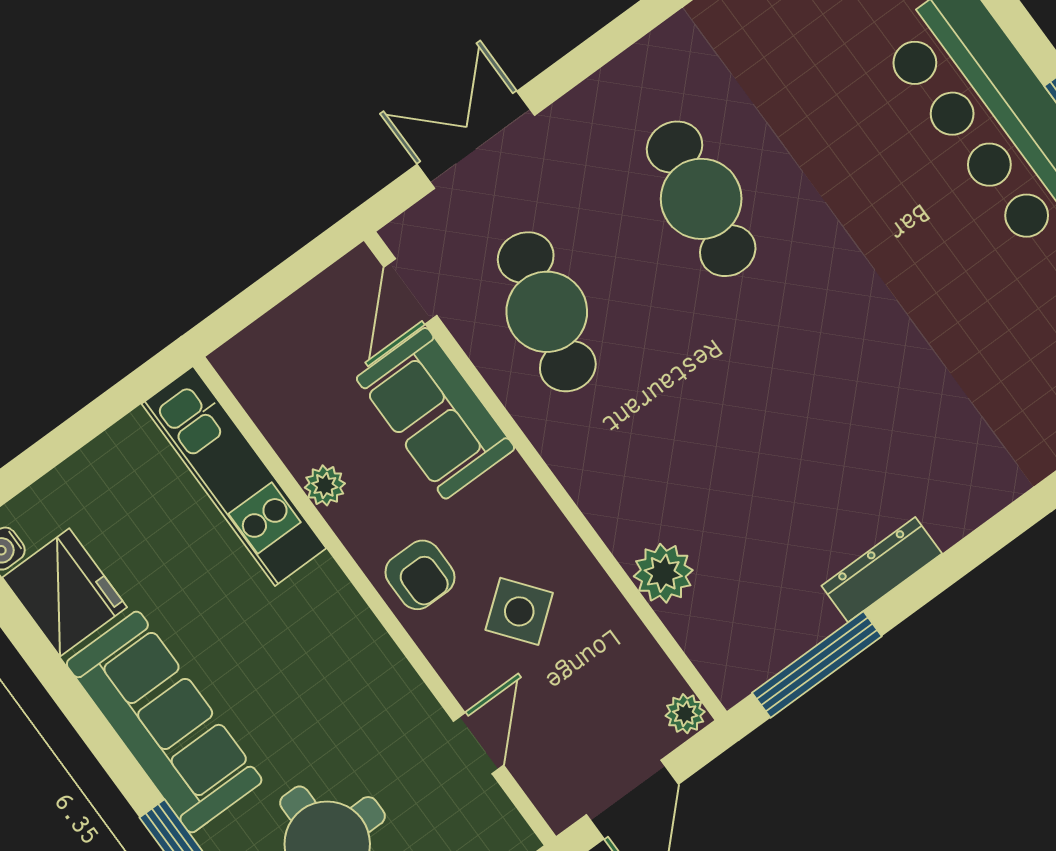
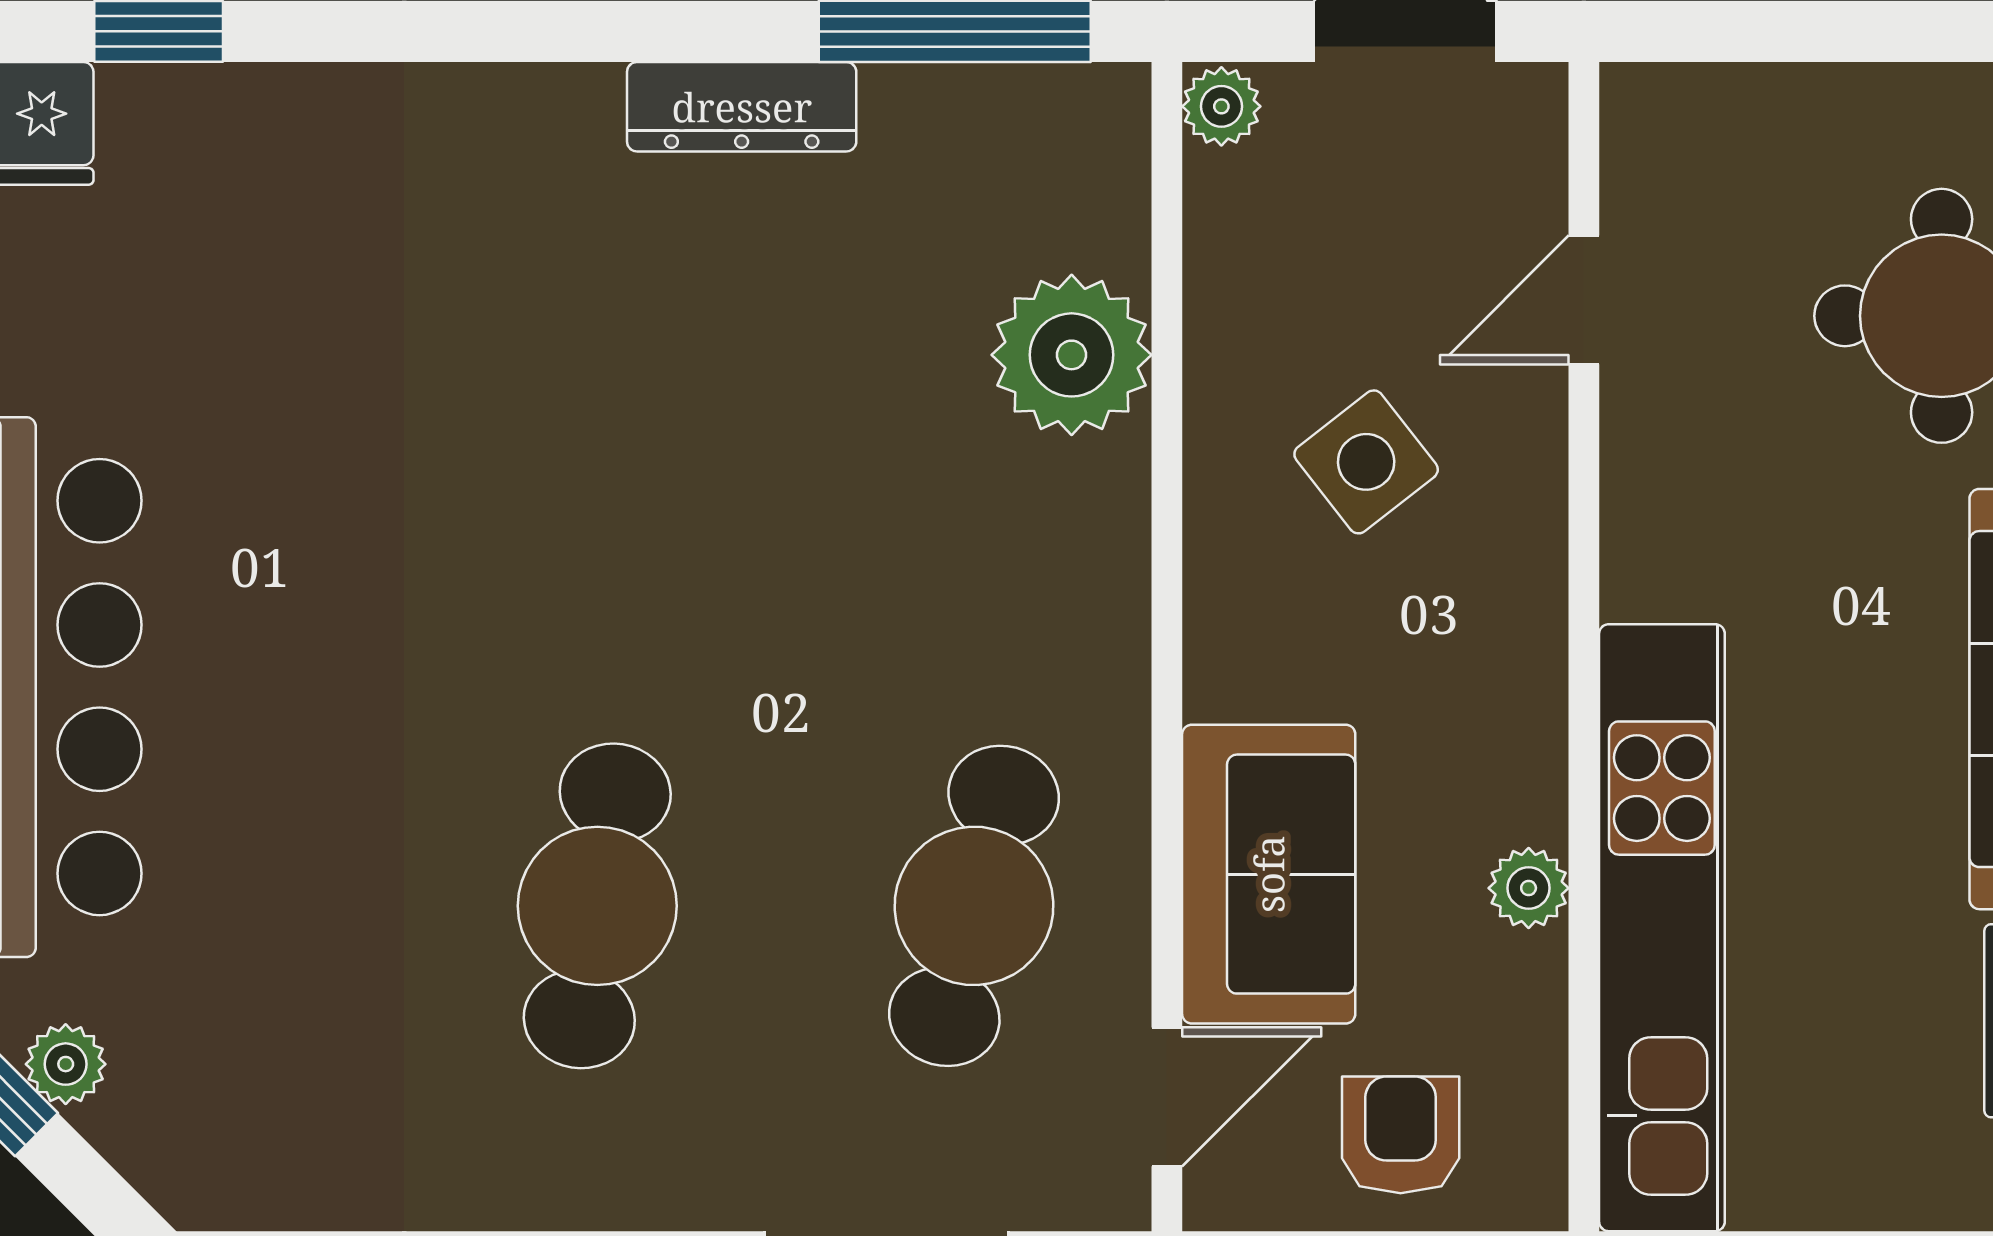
kitchen unit: (234, 476) -> (1662, 928), width x1.36
plant: (663, 573) -> (1072, 355), width x1.36, depth x1.36
armchair: (420, 575) -> (1401, 1135), moved

